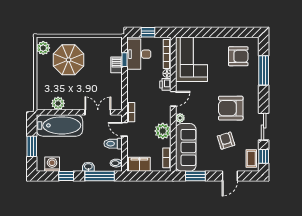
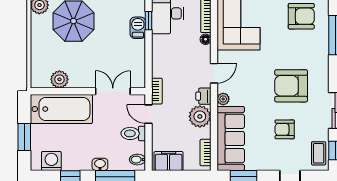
printer: (165, 84) -> (203, 96), moved
armchair: (226, 141) -> (285, 129), turned -73

